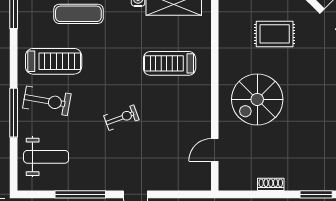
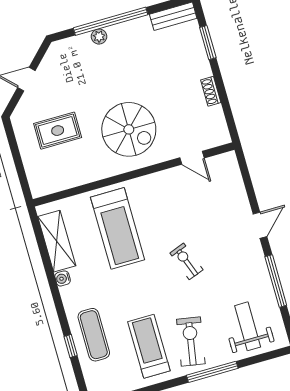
rug: (275, 34) -> (58, 131), turned 90
treadmill: (170, 63) -> (118, 228), width x1.37, depth x1.38

